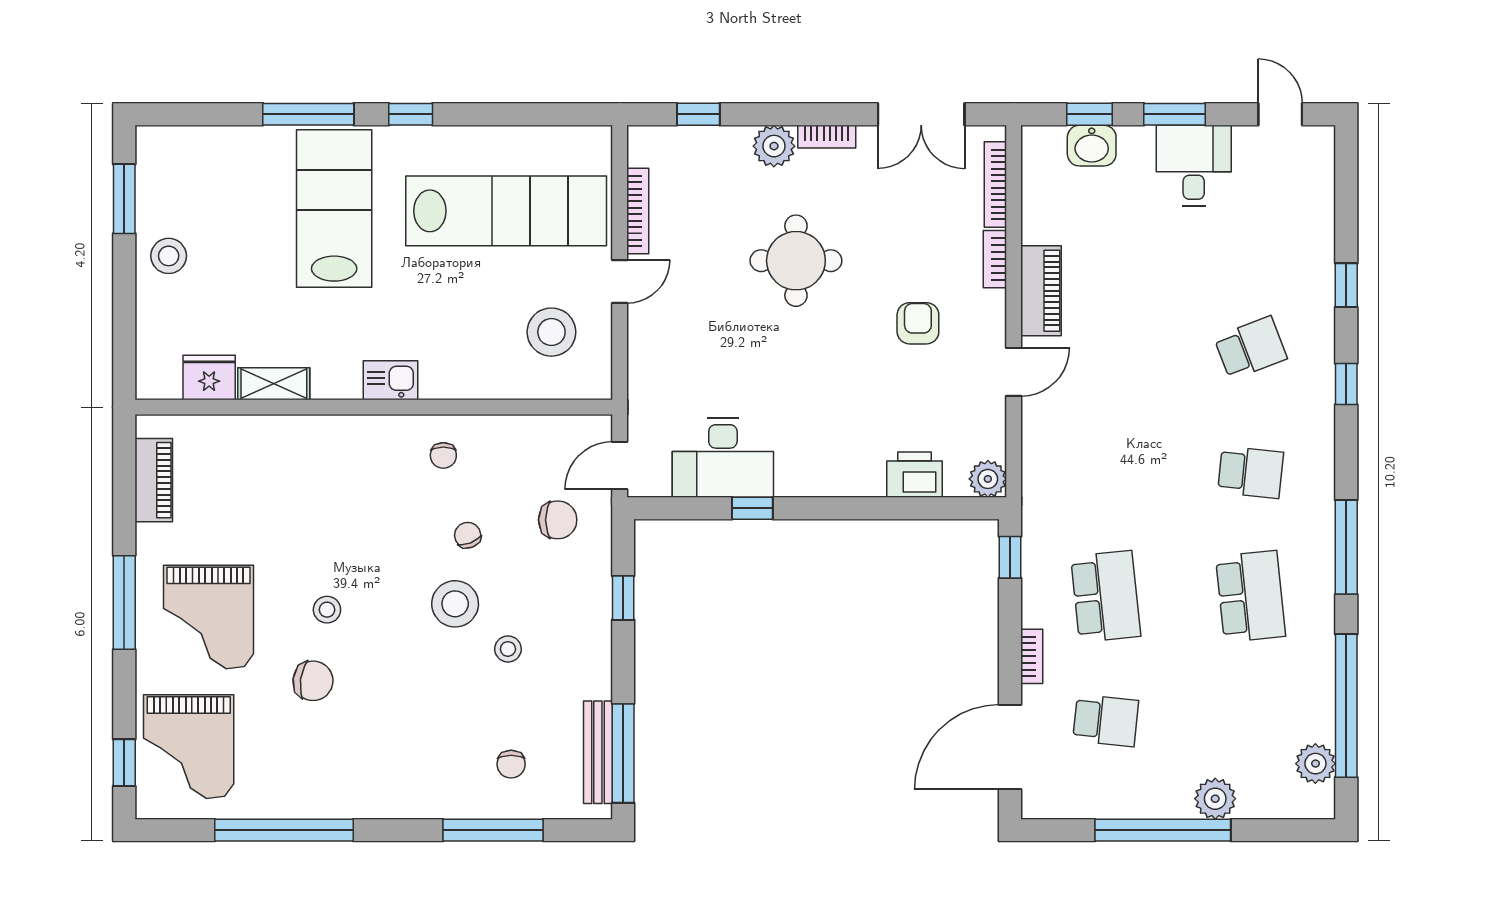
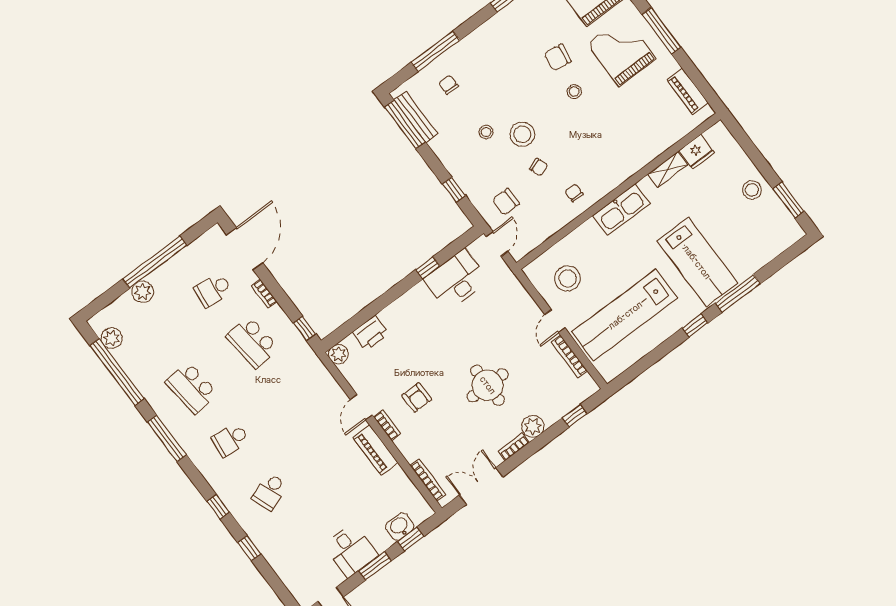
bookcase: (995, 259) -> (387, 425), moved
kitchen sink: (390, 380) -> (621, 210), width x1.88, depth x1.24

